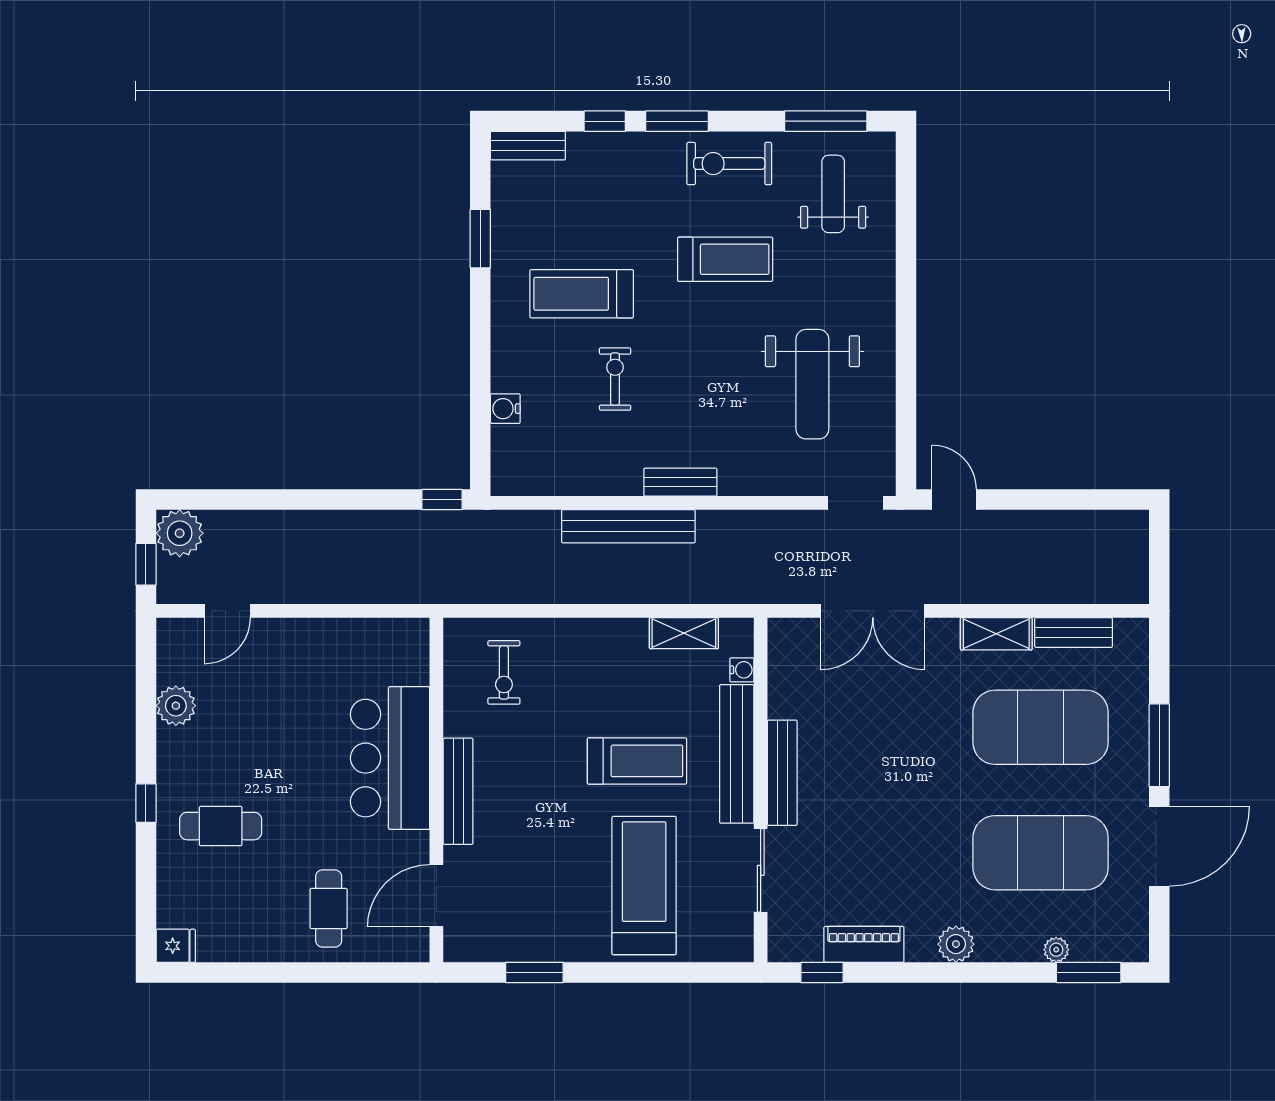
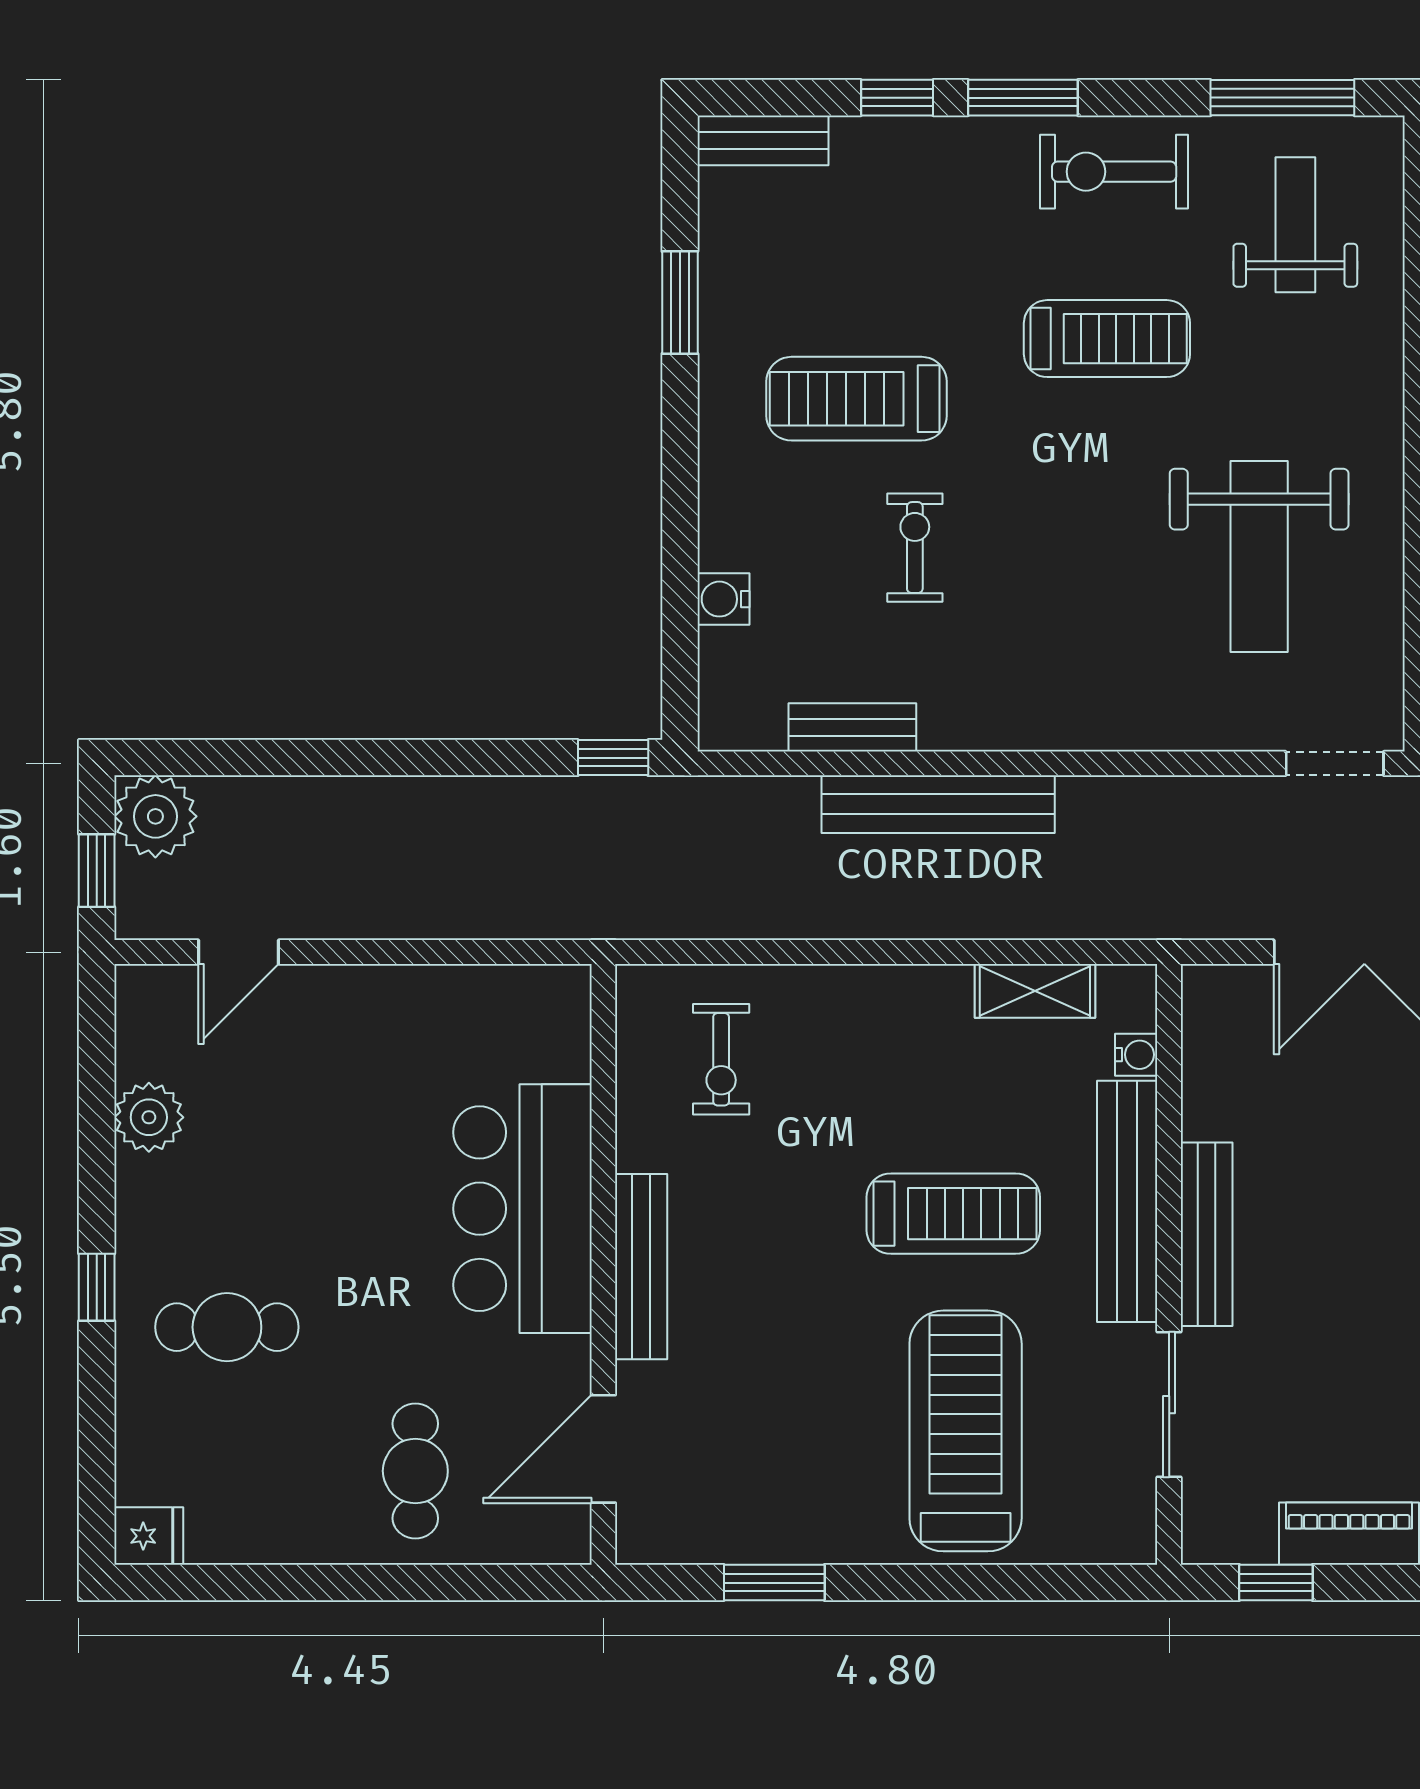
bench: (680, 482) -> (852, 727), moved

